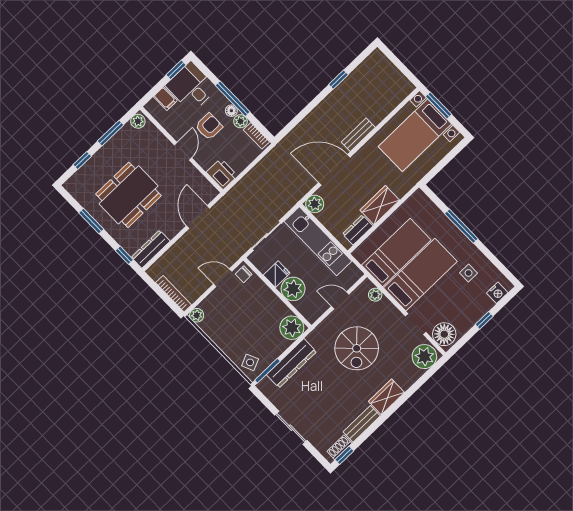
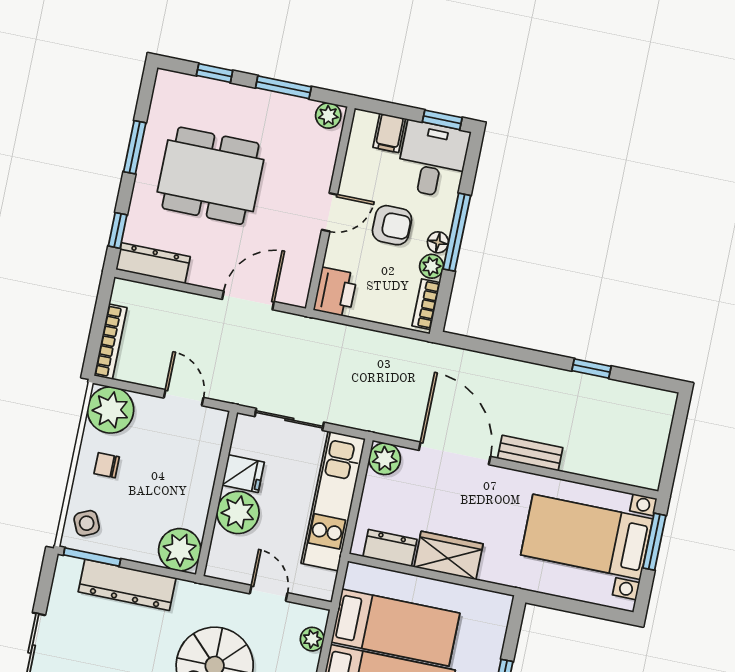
chair: (244, 274) -> (107, 465), moved
plant: (197, 315) -> (111, 410), width x1.88, depth x1.88

